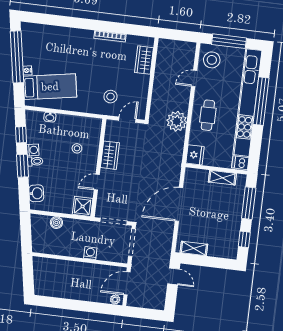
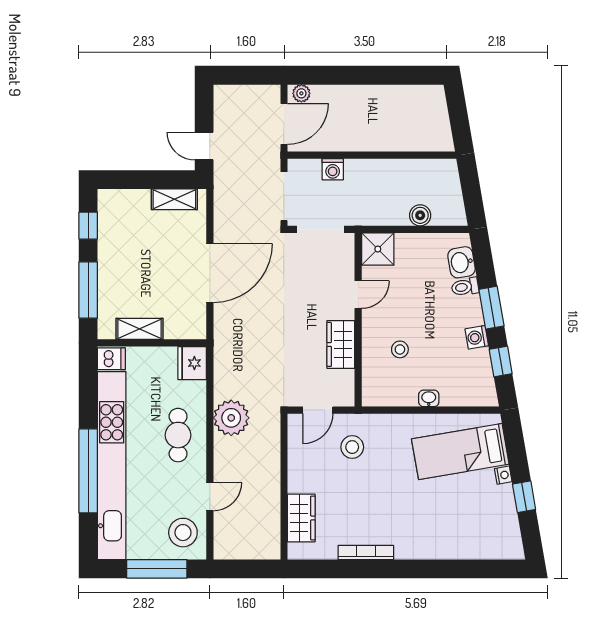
window: (17, 57) -> (524, 497), width x0.32
washbasin: (50, 117) -> (429, 398), moved
toilet: (35, 161) -> (465, 287), moved
washing machine: (90, 253) -> (333, 169), moved

